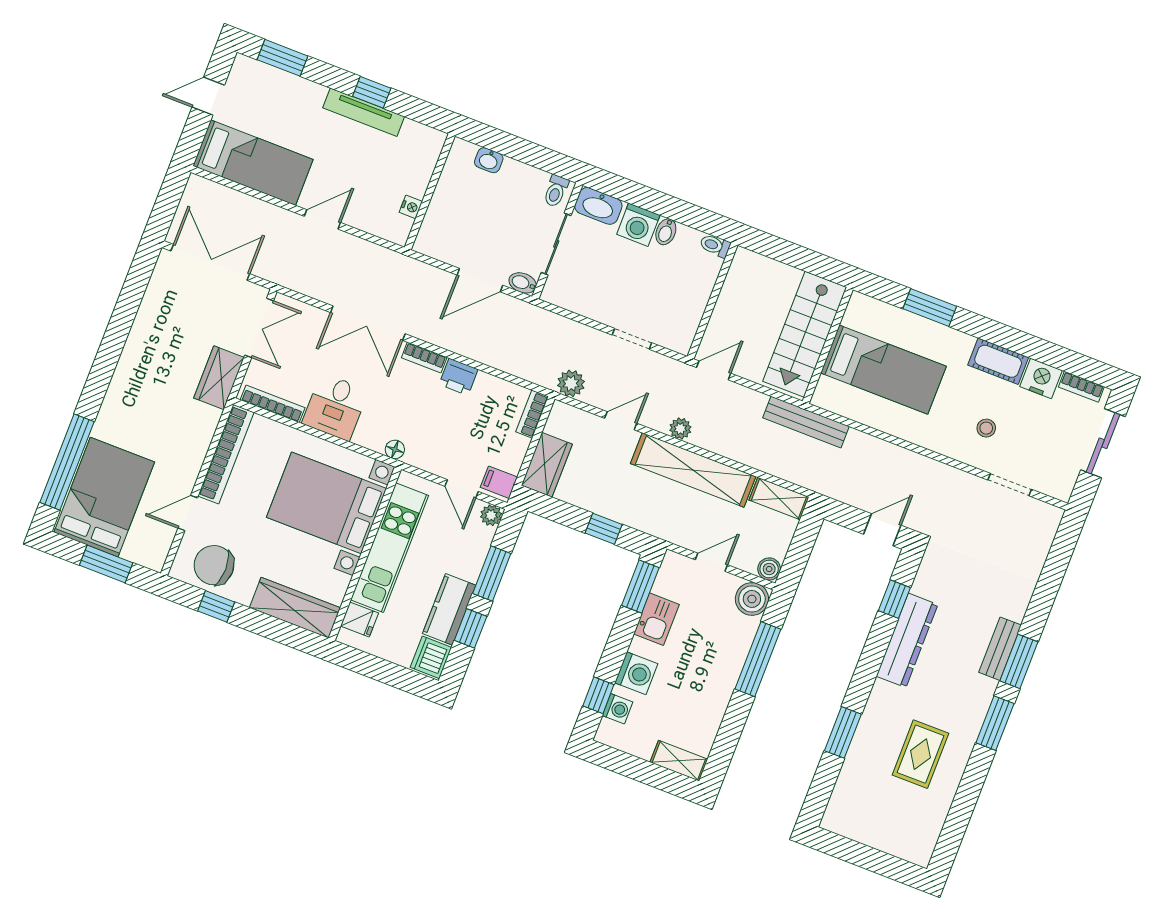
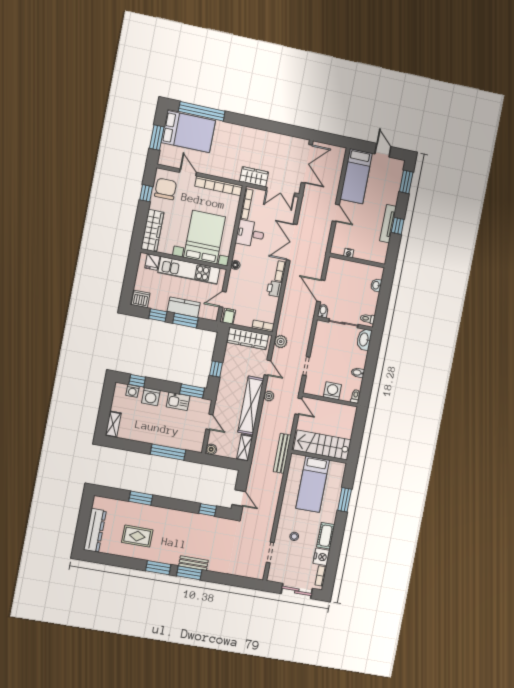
washing machine: (638, 225) -> (332, 391), moved, turned 90
wardrobe: (547, 465) -> (248, 338), width x1.50
plant: (491, 515) -> (213, 315), removed
boiler: (752, 599) -> (196, 444), removed
kitchen counter: (449, 609) -> (184, 307), moved
dresser: (907, 640) -> (95, 530), moved, turned -90

